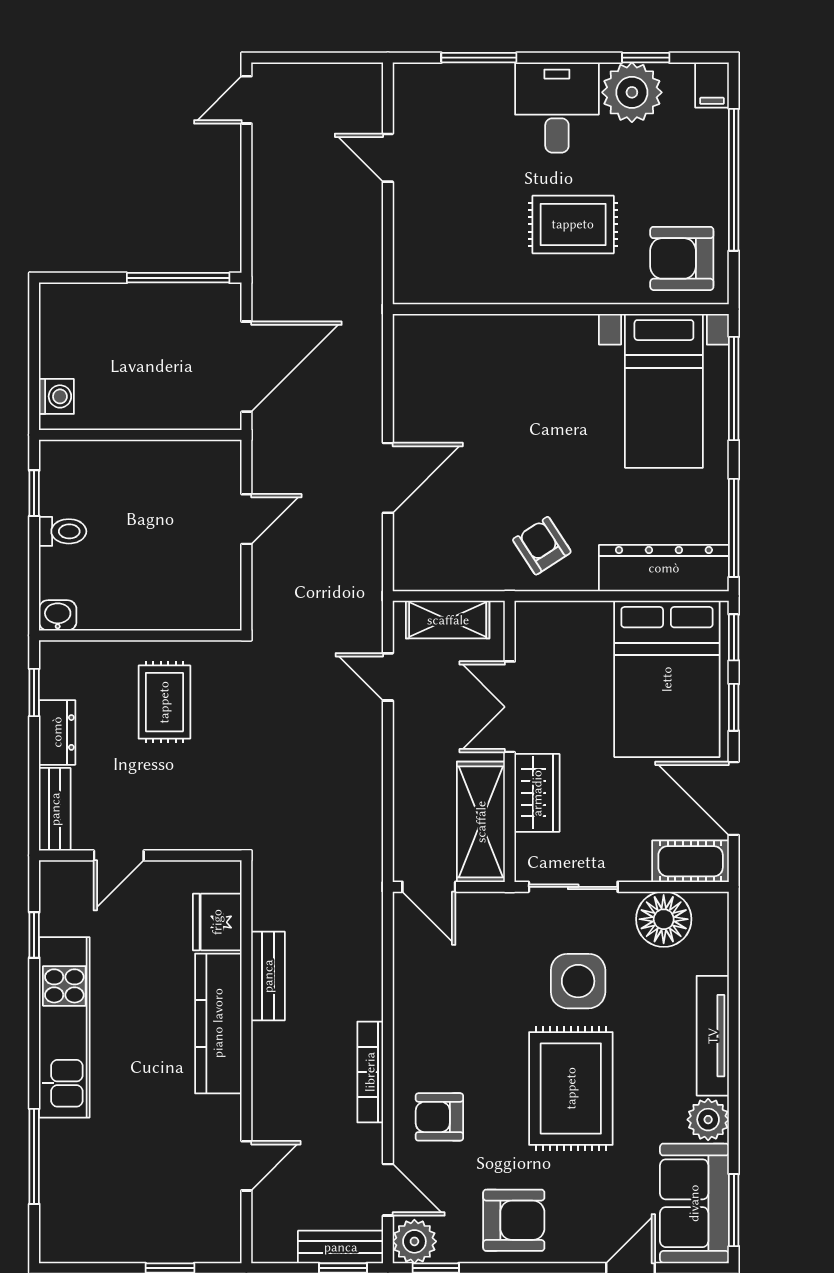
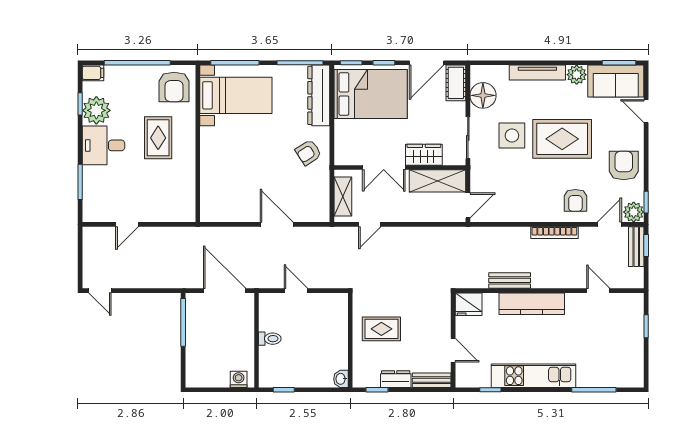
toilet: (63, 531) -> (270, 339), moved, turned 90
fridge: (217, 922) -> (469, 304), moved

